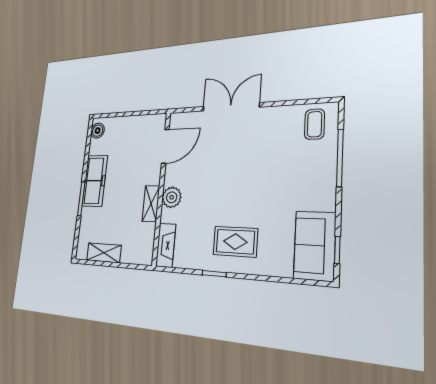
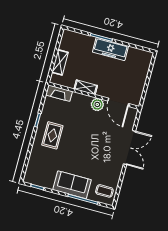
boiler: (98, 131) -> (144, 55), removed
plant: (172, 197) -> (97, 104), moved
sofa: (315, 246) -> (72, 185), moved
shelving: (104, 253) -> (60, 62), moved

